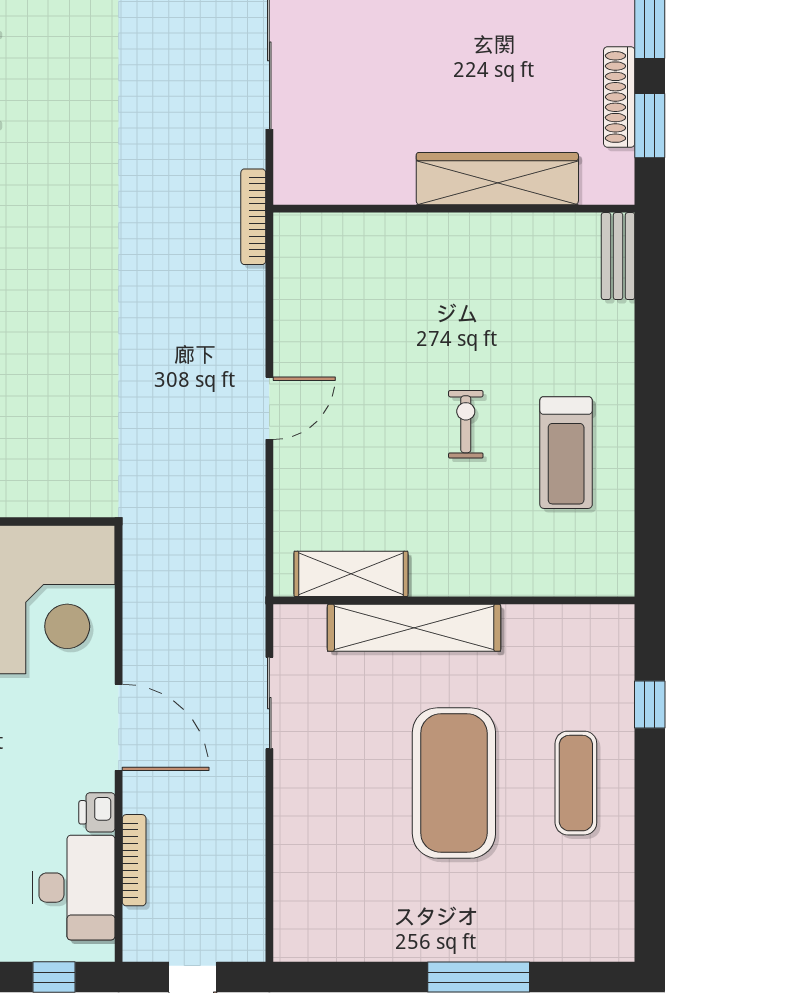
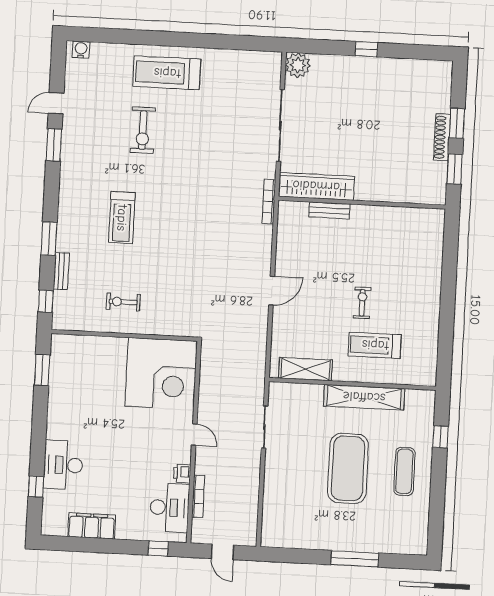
shoe rack: (619, 97) -> (442, 137), moved
wardrobe: (497, 179) -> (316, 186), moved
bench: (618, 256) -> (329, 210), moved, turned 90
treadmill: (566, 453) -> (375, 345), moved, turned 90
shelving: (414, 628) -> (364, 397), moved
door: (119, 727) -> (194, 435), width x0.53

